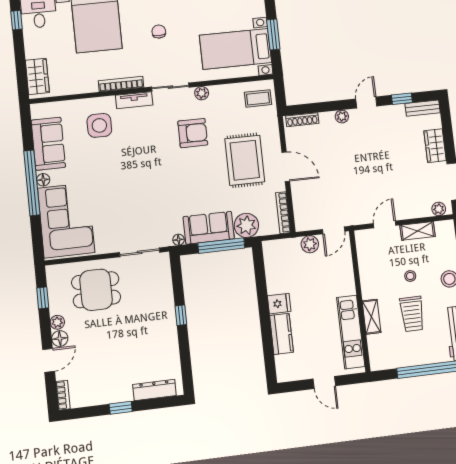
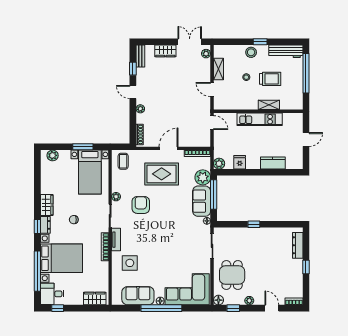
plant: (310, 244) -> (219, 164), moved
fridge: (279, 304) -> (240, 162), moved
kitchen unit: (351, 332) -> (260, 119), moved
floor lamp: (60, 339) -> (218, 300), moved

